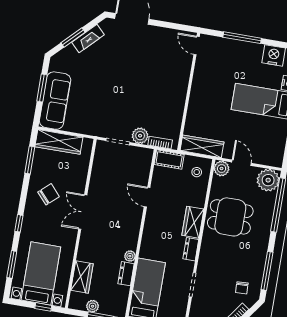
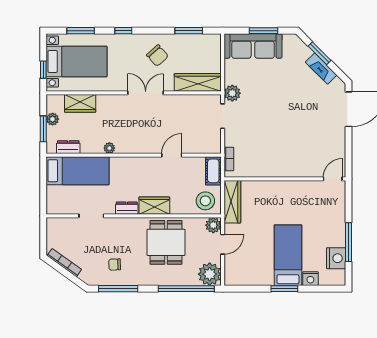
window: (242, 38) -> (348, 242), moved
plant: (140, 136) -> (232, 93), moved
wardrobe: (59, 142) -> (198, 82), moved, turned 90
stool: (197, 172) -> (205, 201), width x1.89, depth x1.89
dresser: (126, 274) -> (68, 147), moved
chair: (242, 288) -> (115, 264), moved

